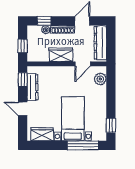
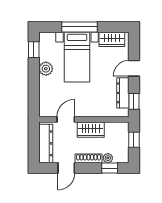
plant: (100, 79) -> (46, 69), moved
door: (23, 109) -> (134, 68), swing flipped
window: (83, 145) -> (80, 27), moved

